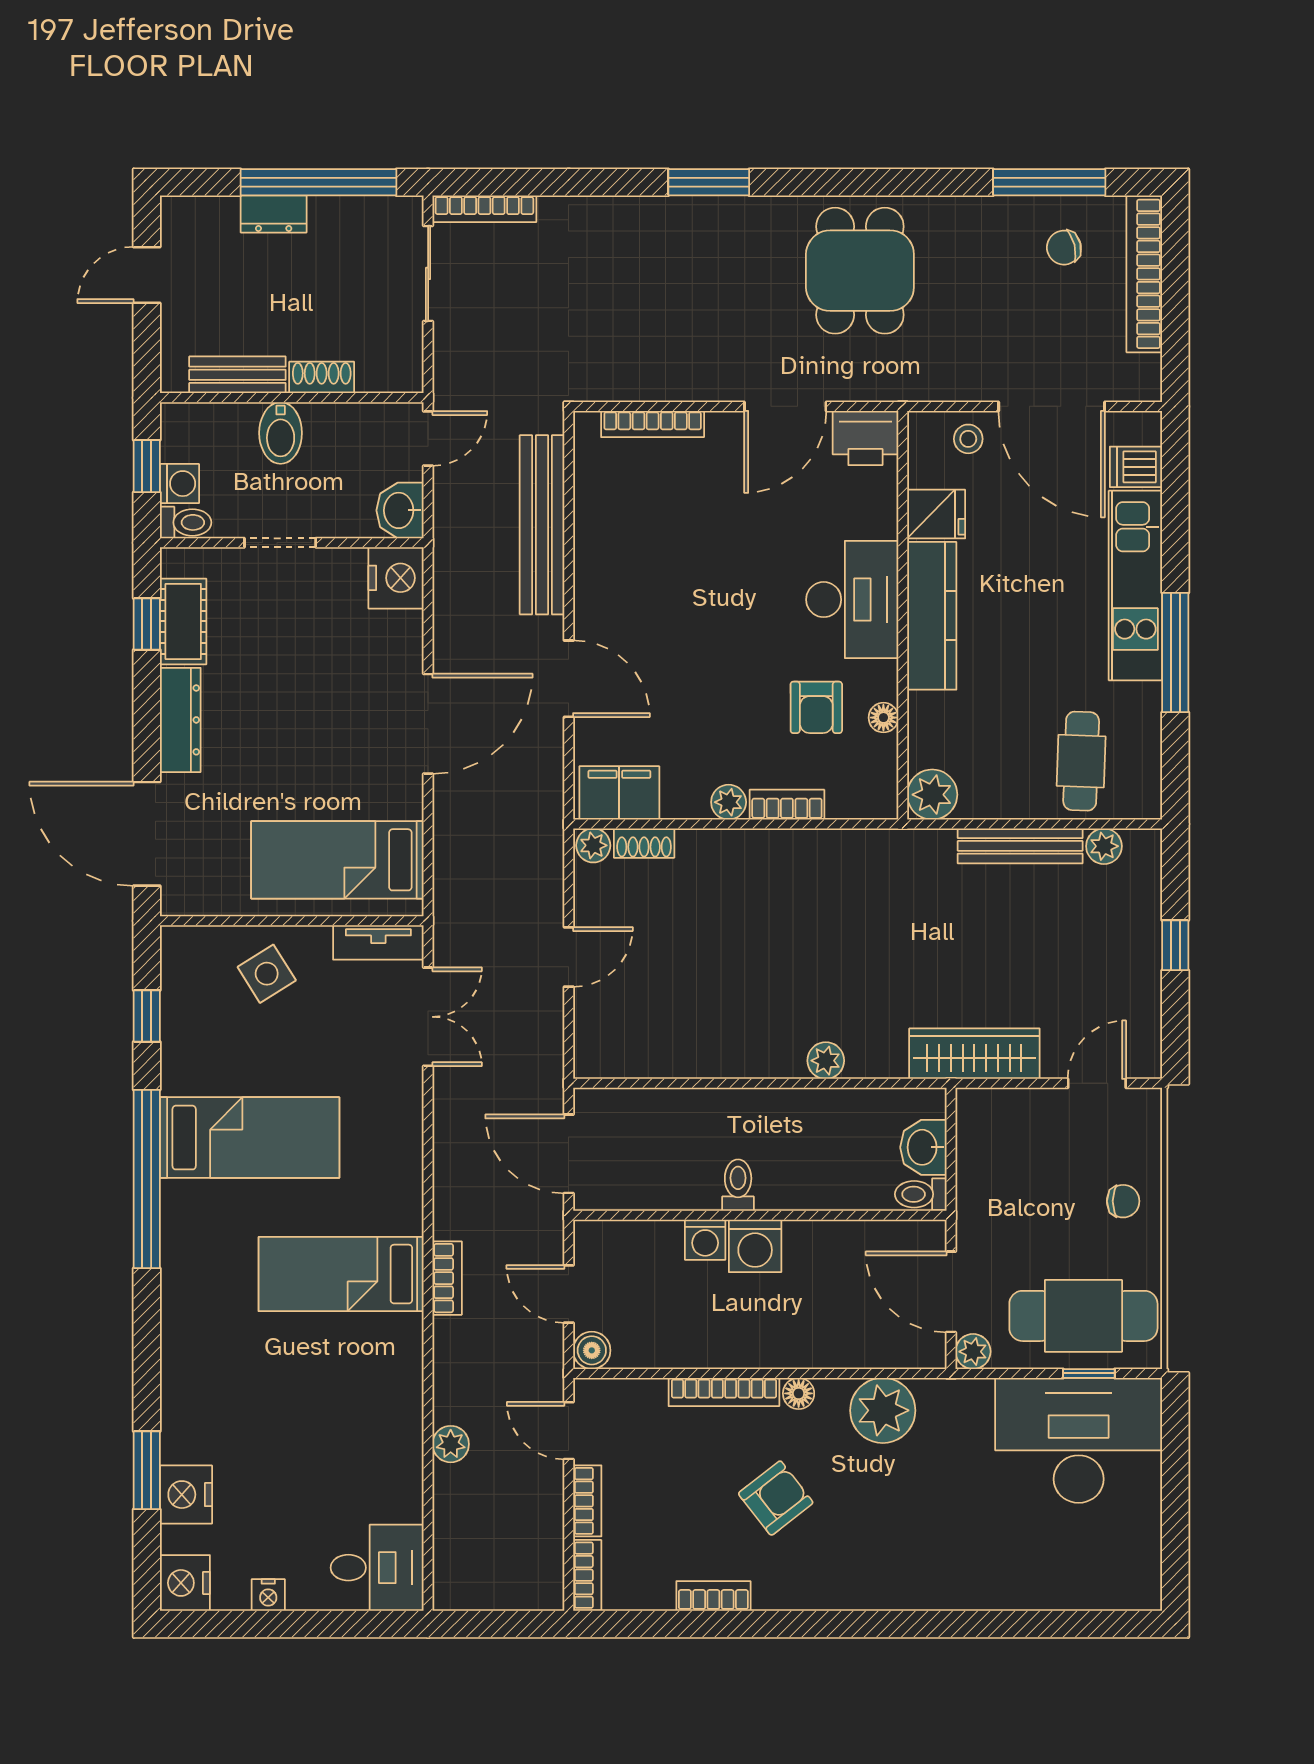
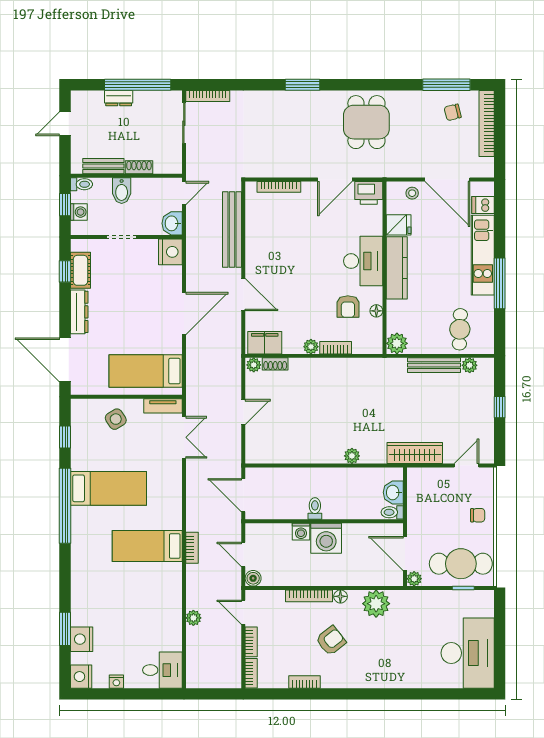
toilet: (186, 522) -> (81, 184), moved
washing machine: (755, 1246) -> (326, 538), width x1.37, depth x1.37
desk: (1079, 1440) -> (468, 653), moved, turned 90

